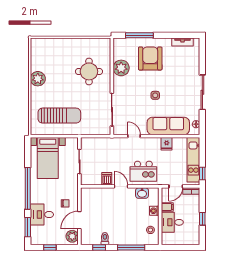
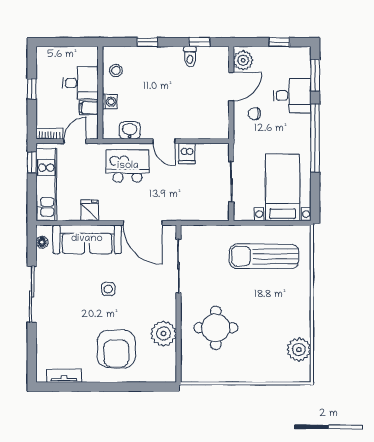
window: (139, 35) -> (134, 387), removed
plant: (38, 79) -> (299, 350), moved
door: (134, 136) -> (143, 223), width x1.87
window: (131, 247) -> (147, 42), width x0.46

